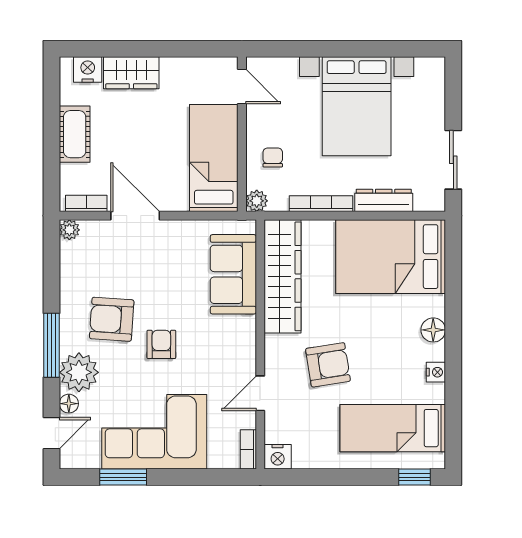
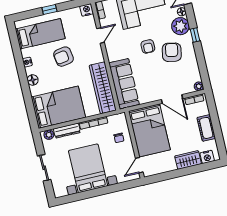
door: (242, 87) -> (139, 165), hinge flipped
bed: (214, 158) -> (149, 130), width x1.50
sliding door: (453, 160) -> (44, 168), moved
plant: (257, 201) -> (49, 135), moved
sofa: (233, 274) -> (124, 84), width x1.36
armchair: (112, 319) -> (172, 52), turned -83
window: (51, 345) -> (195, 35), width x0.46
armchair: (328, 365) -> (63, 57), moved
window: (415, 477) -> (49, 9), moved

